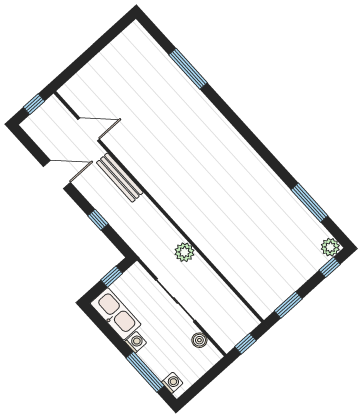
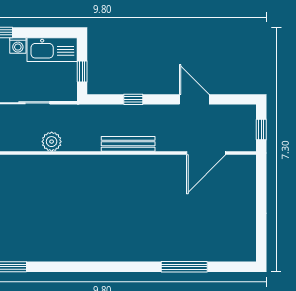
door: (89, 129) -> (206, 153), width x1.36
door: (57, 174) -> (194, 99), swing flipped
bench: (120, 178) -> (128, 144), moved

